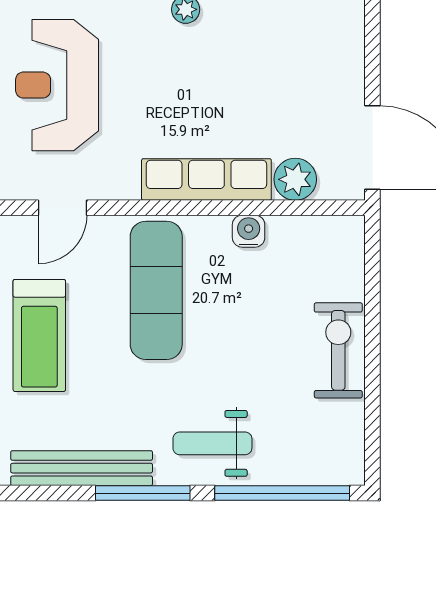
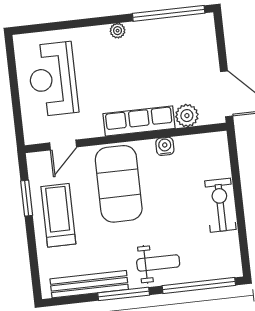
exercise mat: (156, 290) -> (119, 184), width x1.47
treadmill: (39, 335) -> (58, 215), turned 180
weight bench: (212, 443) -> (158, 263), turned 180

